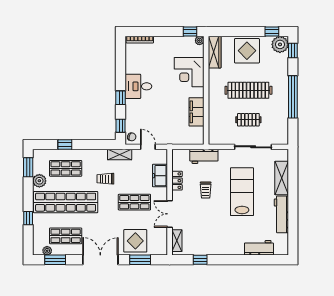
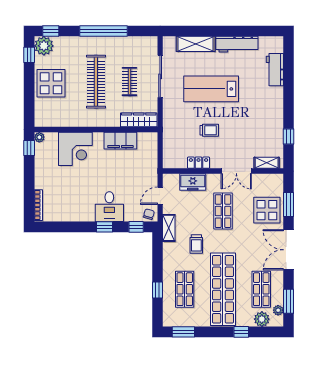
wardrobe: (215, 52) -> (139, 120), moved
desk: (138, 86) -> (109, 207), moved
workbench: (204, 156) -> (171, 132), removed
plant: (39, 181) -> (262, 319), moved

